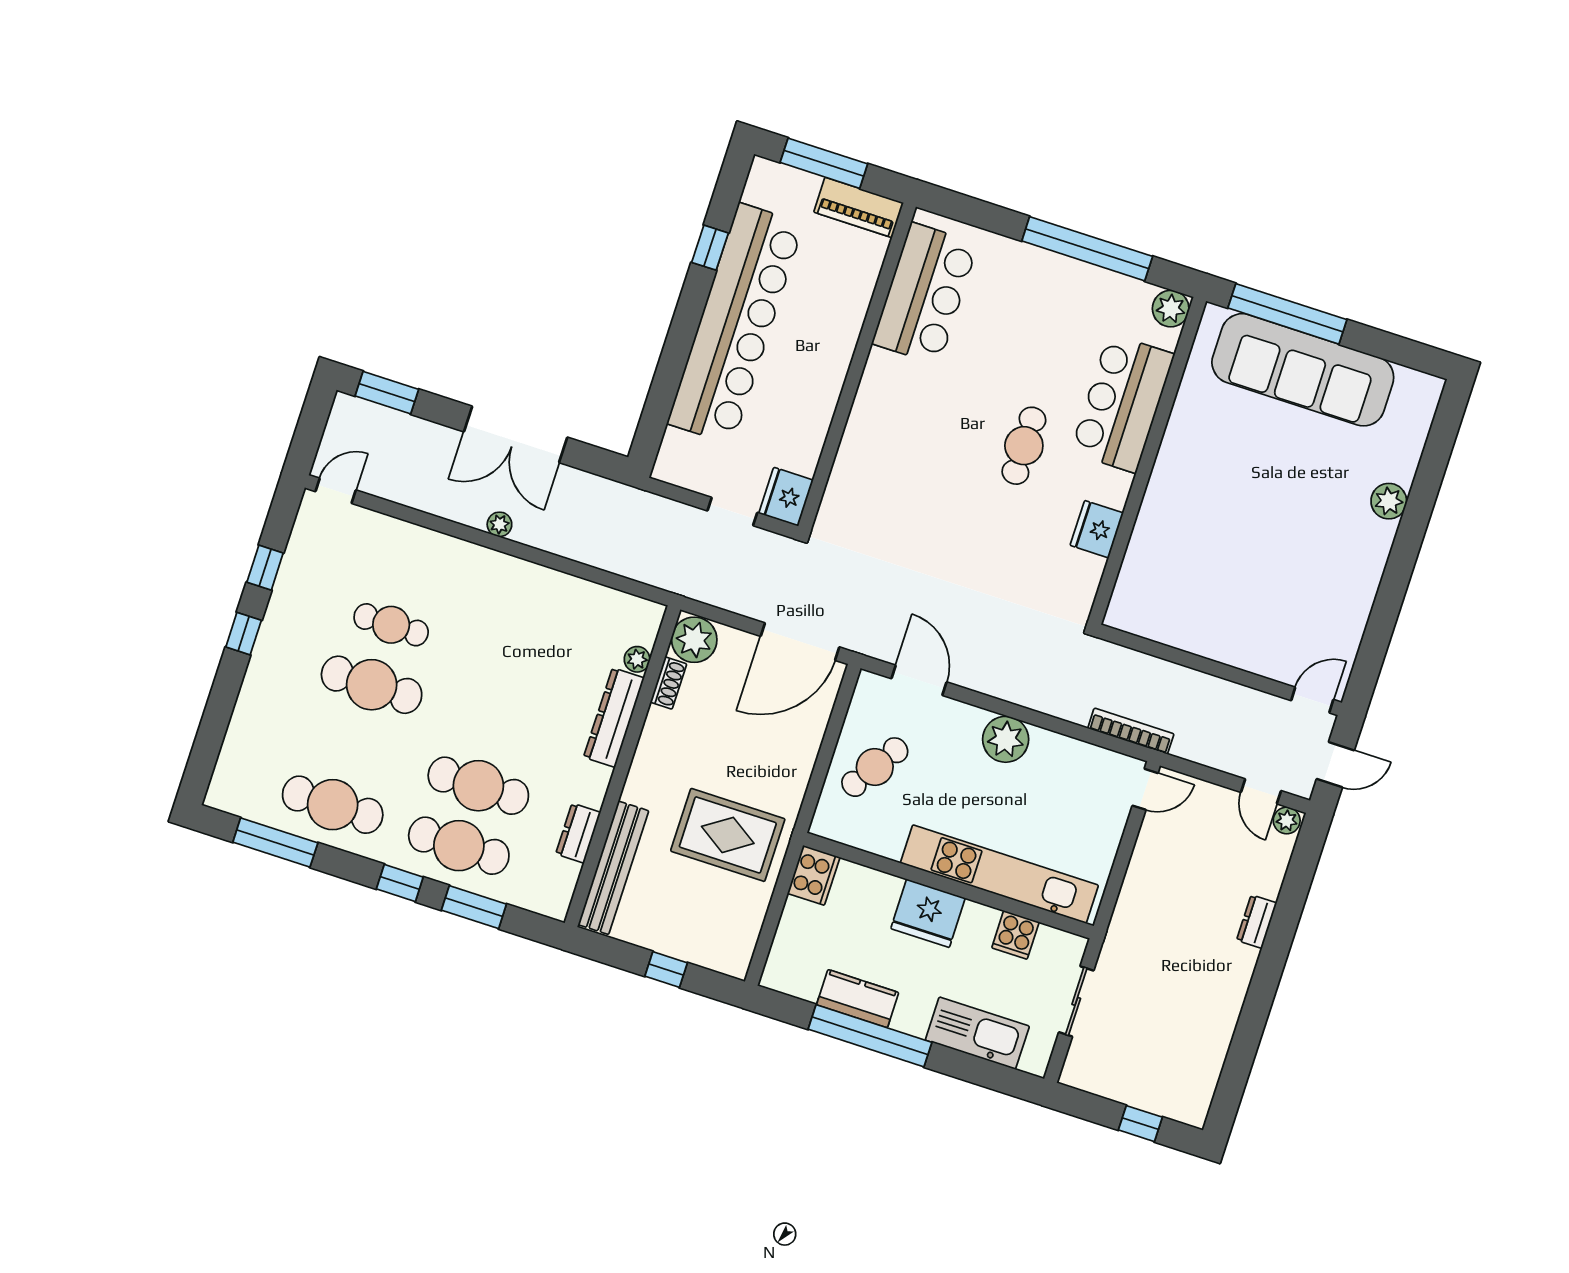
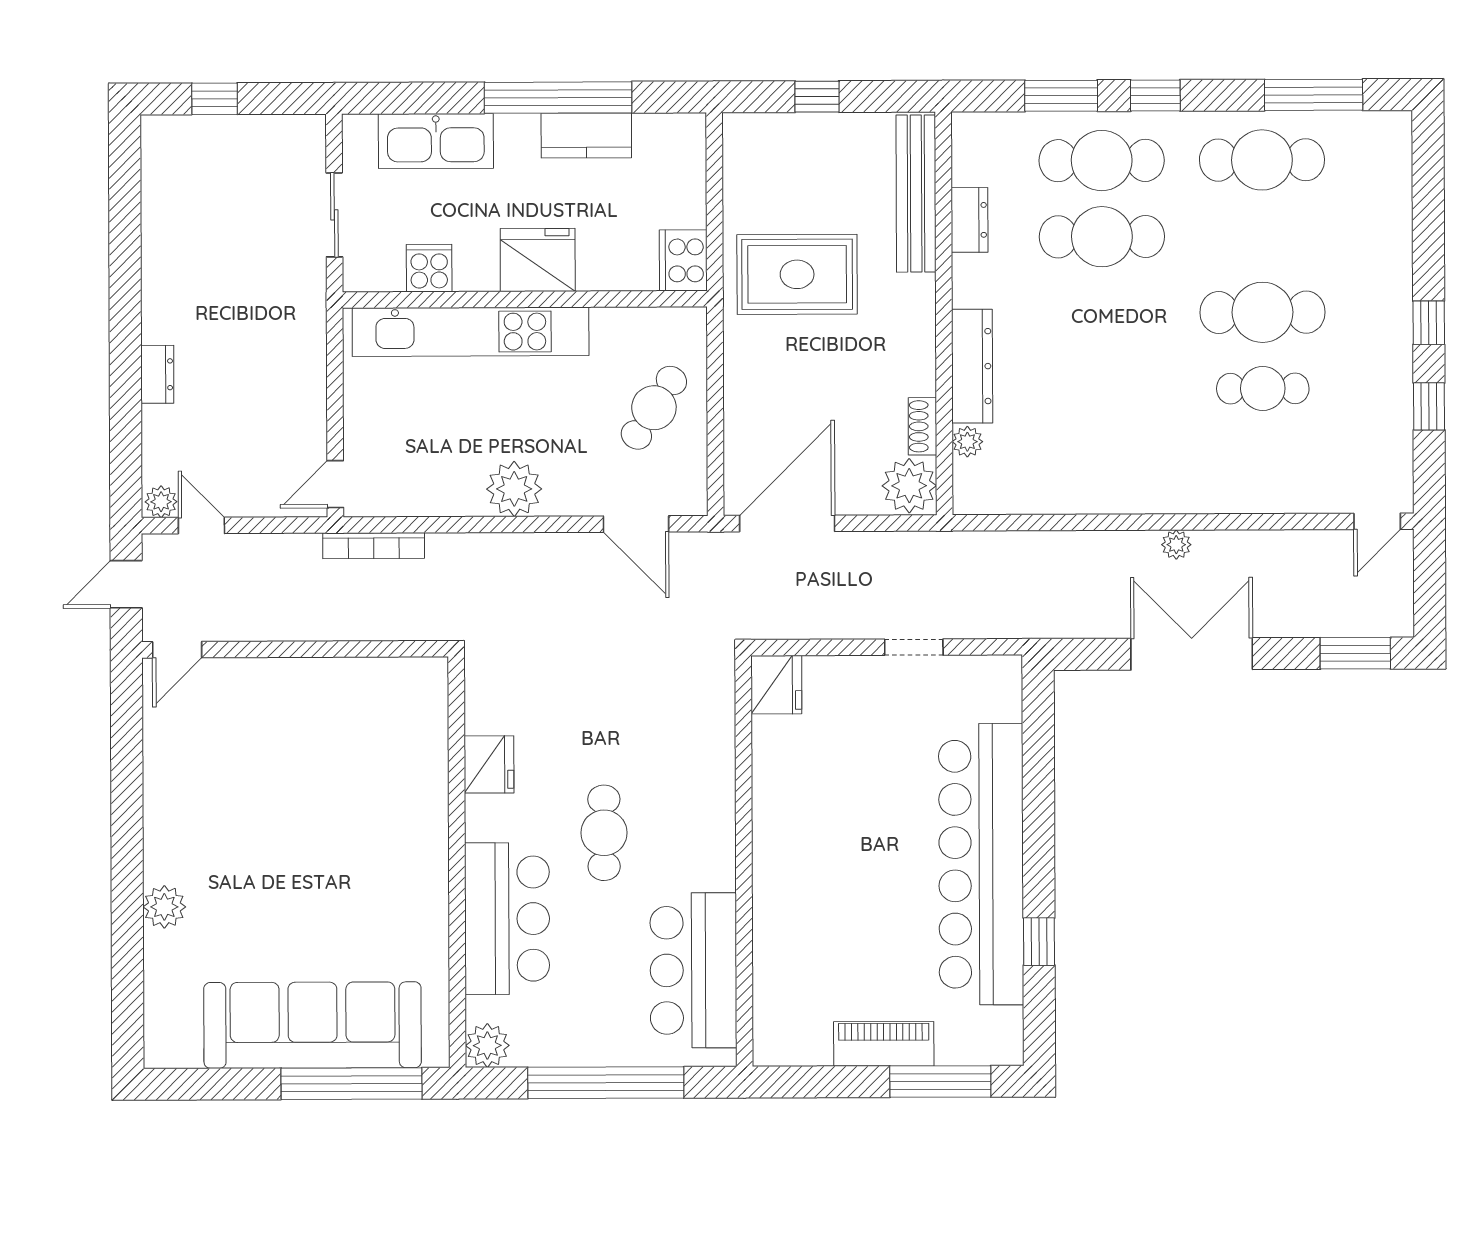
bar counter: (925, 294) -> (693, 970), moved
wall: (857, 366) -> (744, 861), moved
fridge: (786, 497) -> (776, 685), moved

